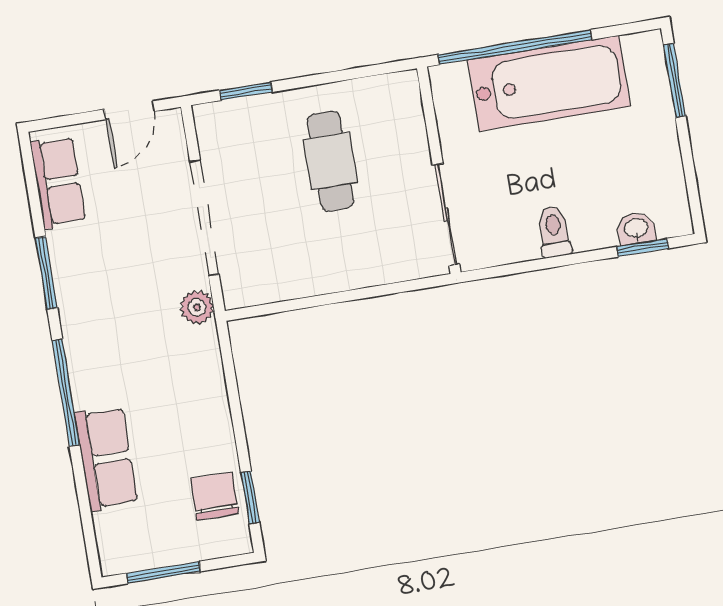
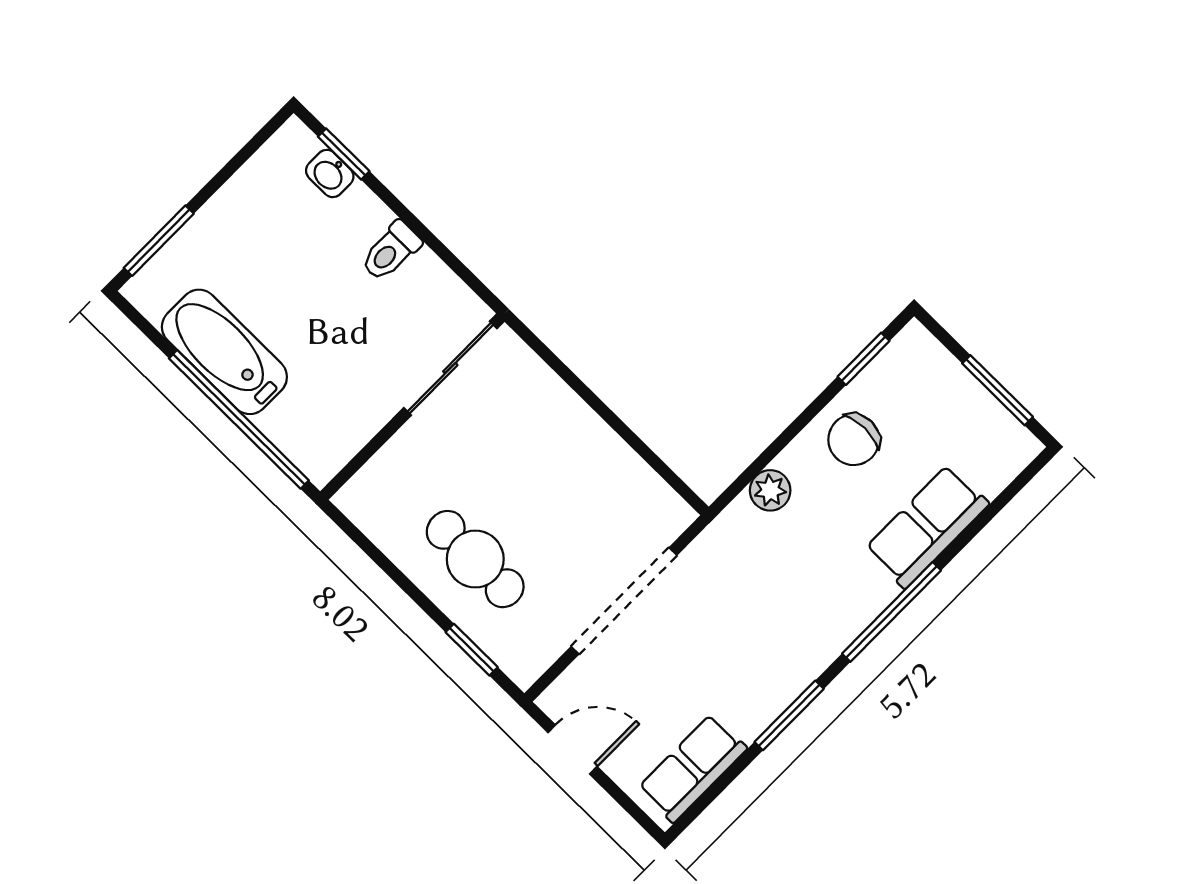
bathtub: (549, 83) -> (224, 352), width x0.73, depth x0.73
cafe table: (330, 161) -> (475, 559), moved, turned 90
plant: (197, 307) -> (770, 490), moved
chair: (214, 496) -> (854, 440), moved

